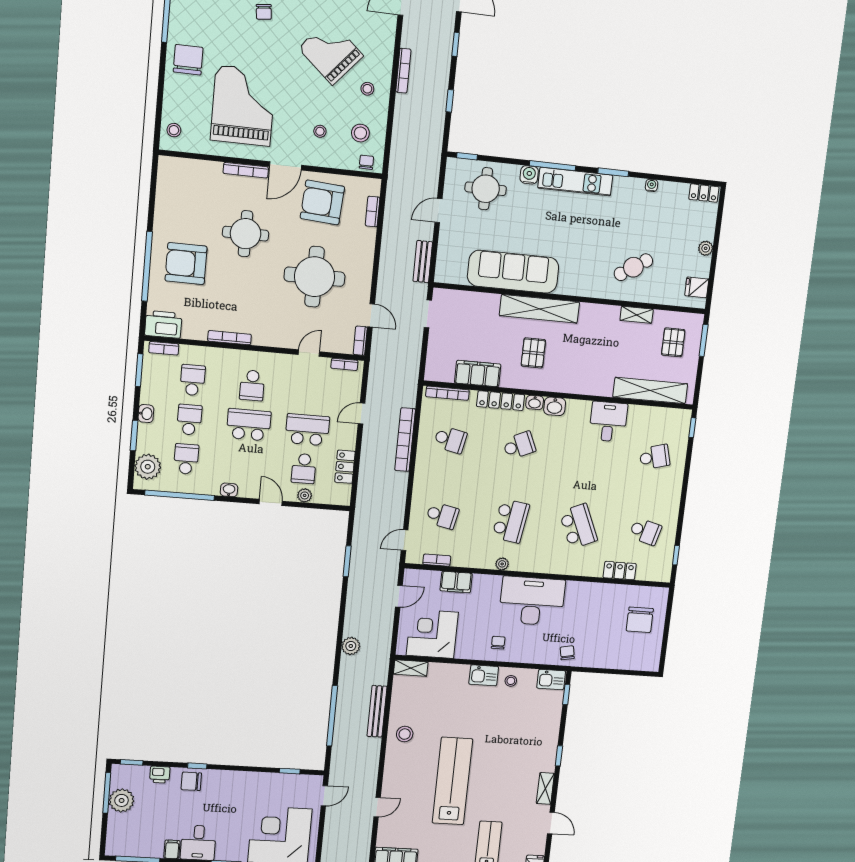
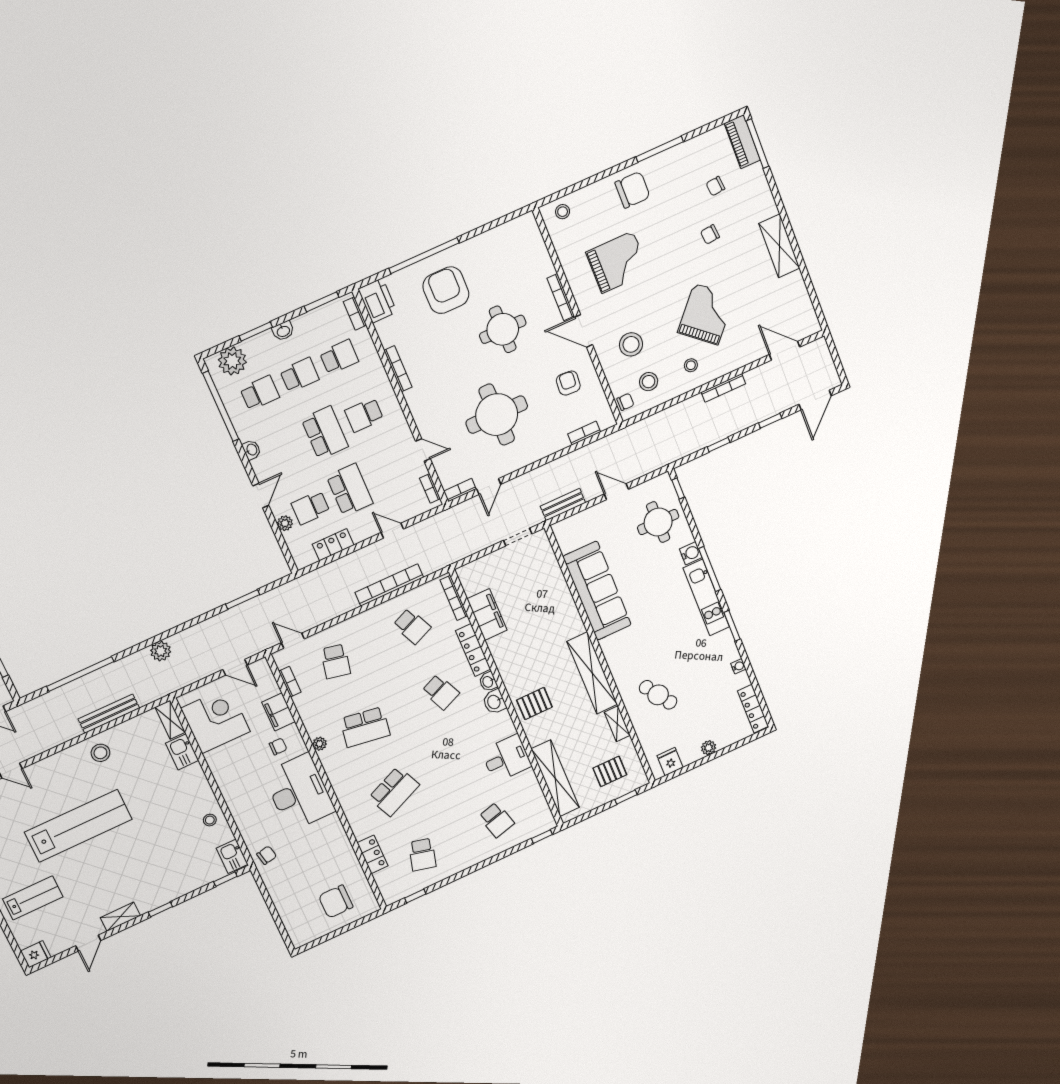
grand piano: (243, 106) -> (618, 262), width x0.73, depth x0.68
stool: (320, 131) -> (631, 344), width x1.89, depth x1.89
locker: (704, 193) -> (753, 709), width x1.53
armchair: (322, 202) -> (568, 383), width x0.53, depth x0.53
shelving: (539, 309) -> (592, 673), moved
window: (704, 340) -> (626, 797), width x0.67
pallet: (533, 353) -> (534, 704), moved
school desk: (450, 440) -> (412, 626), turned -36
chair: (498, 643) -> (278, 747), moved
kitchen sink: (484, 675) -> (182, 752), moved

